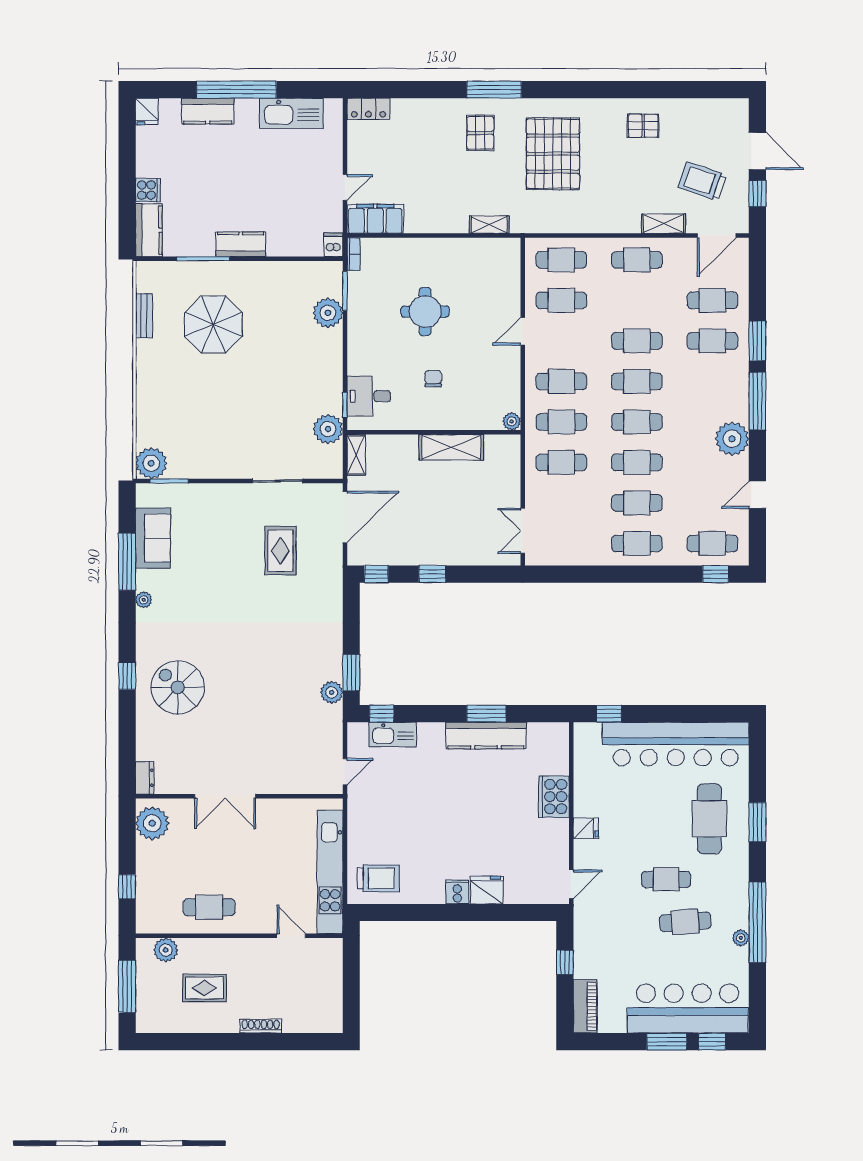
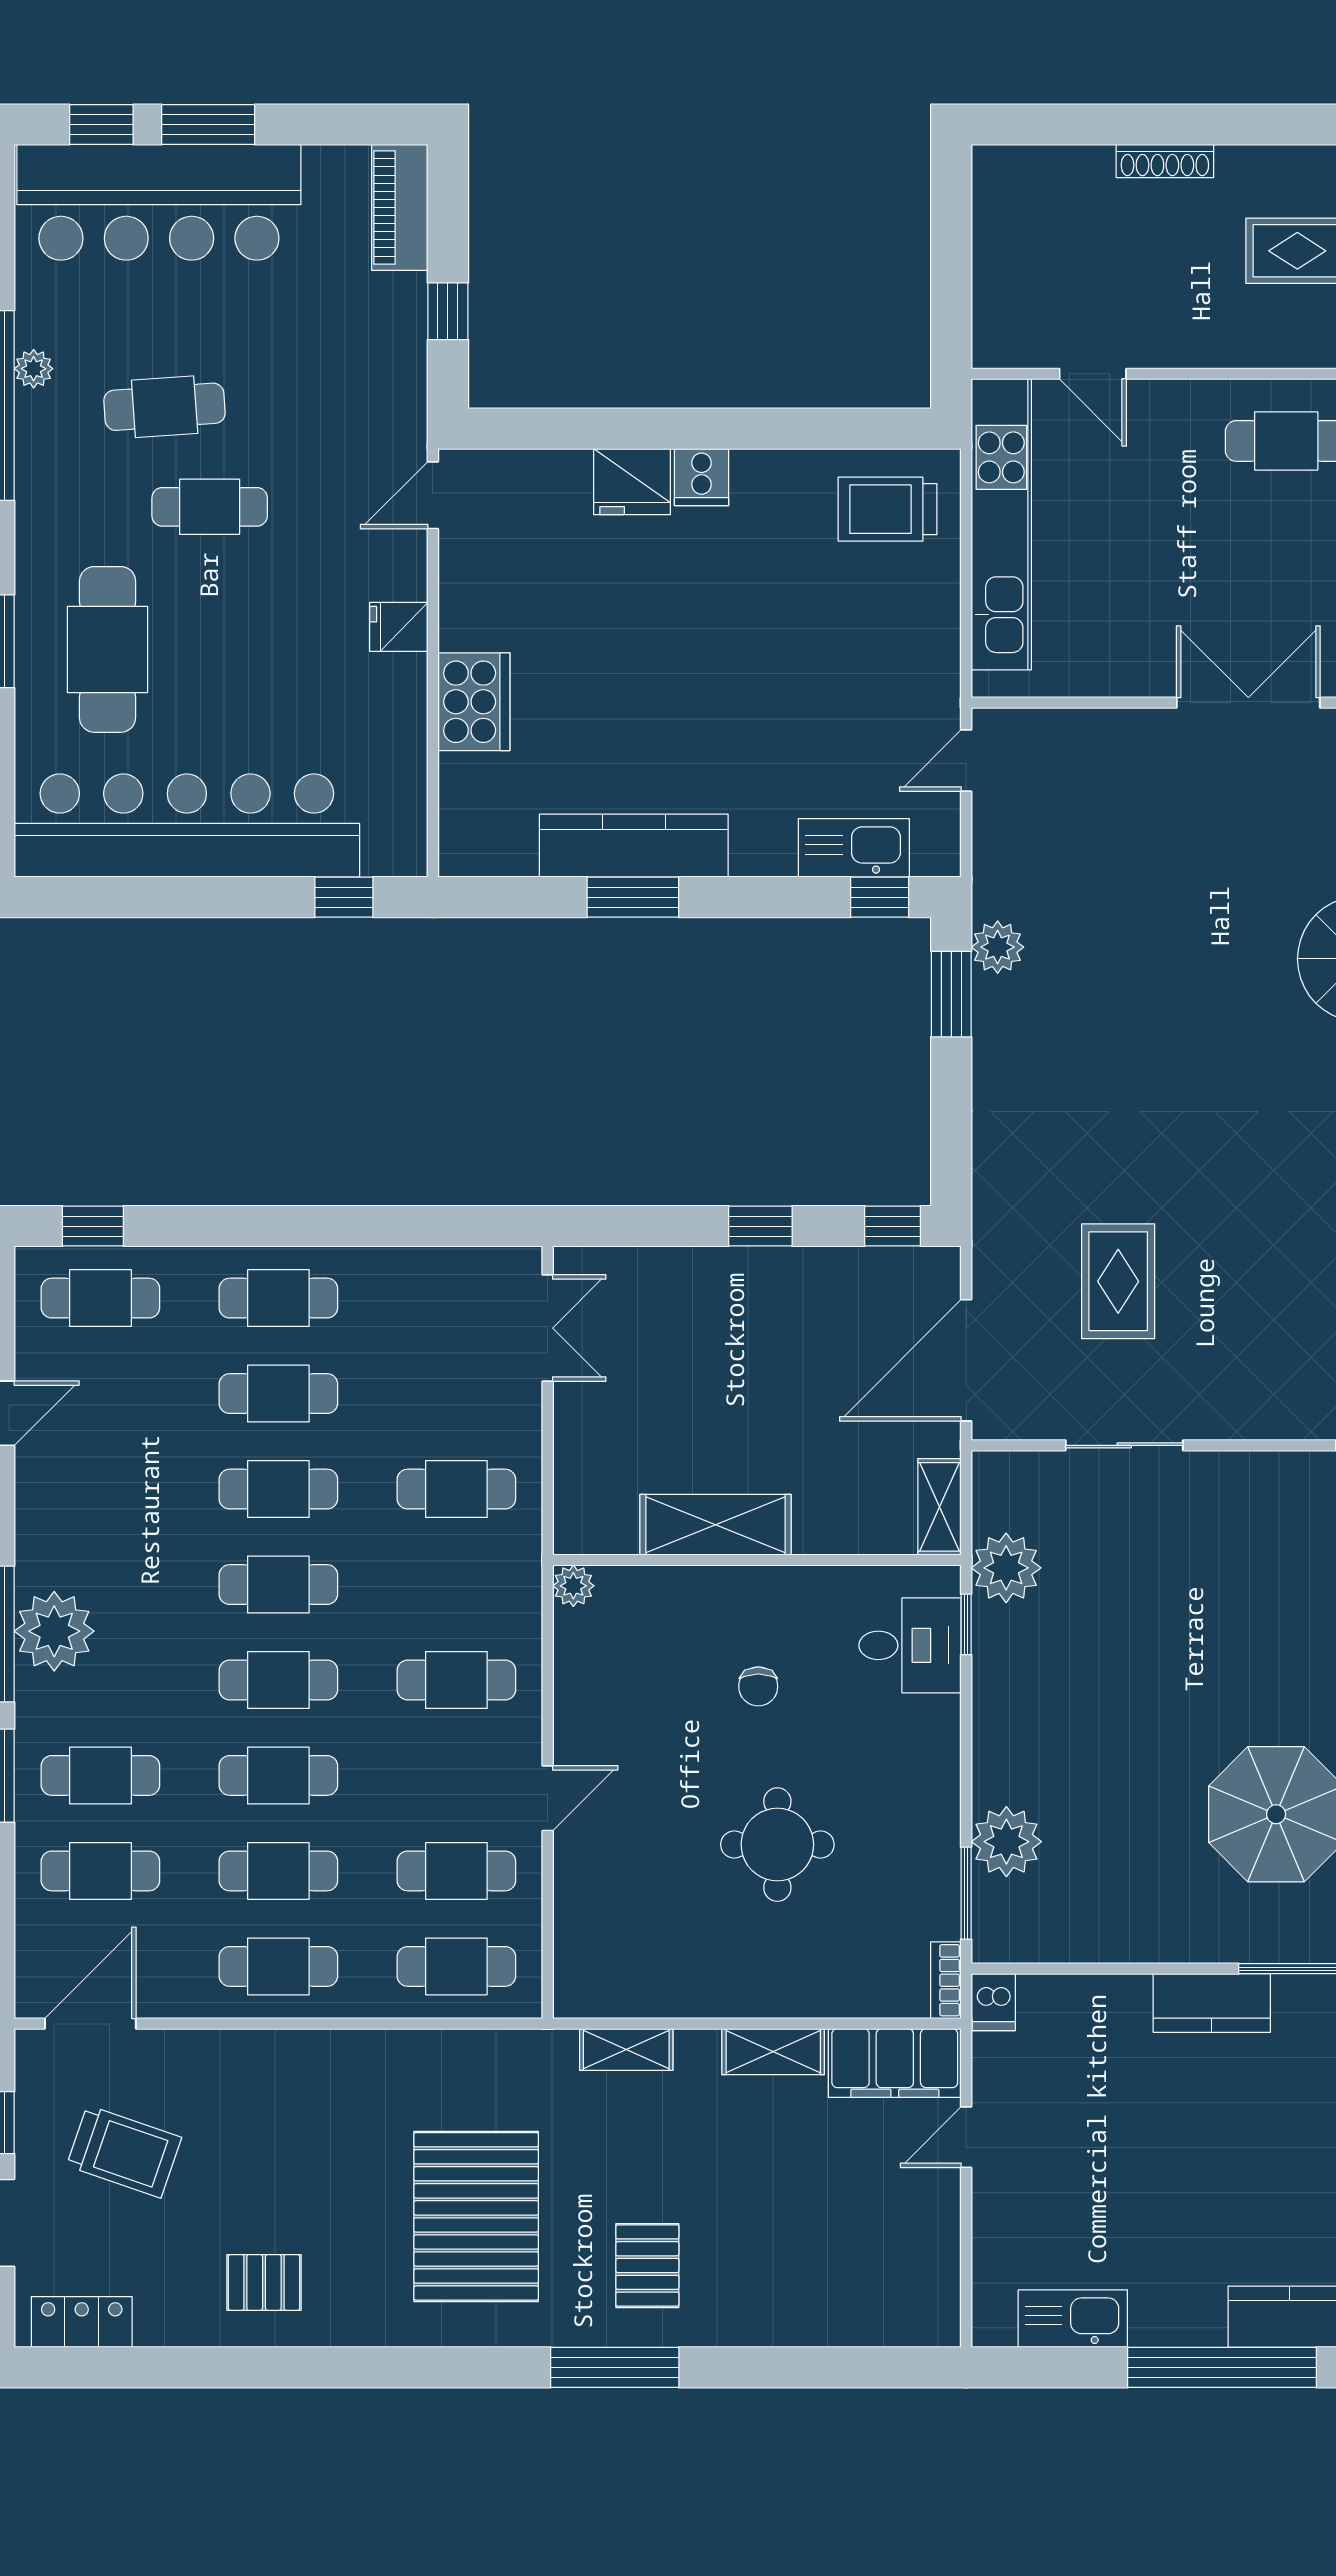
locker: (368, 109) -> (82, 2322), moved
kitchen sink: (291, 113) -> (1073, 2319), width x0.73, depth x0.81
shelving: (663, 224) -> (773, 2052), moved
cafe table: (561, 422) -> (278, 1871), moved
plant: (732, 439) -> (54, 1631), moved

